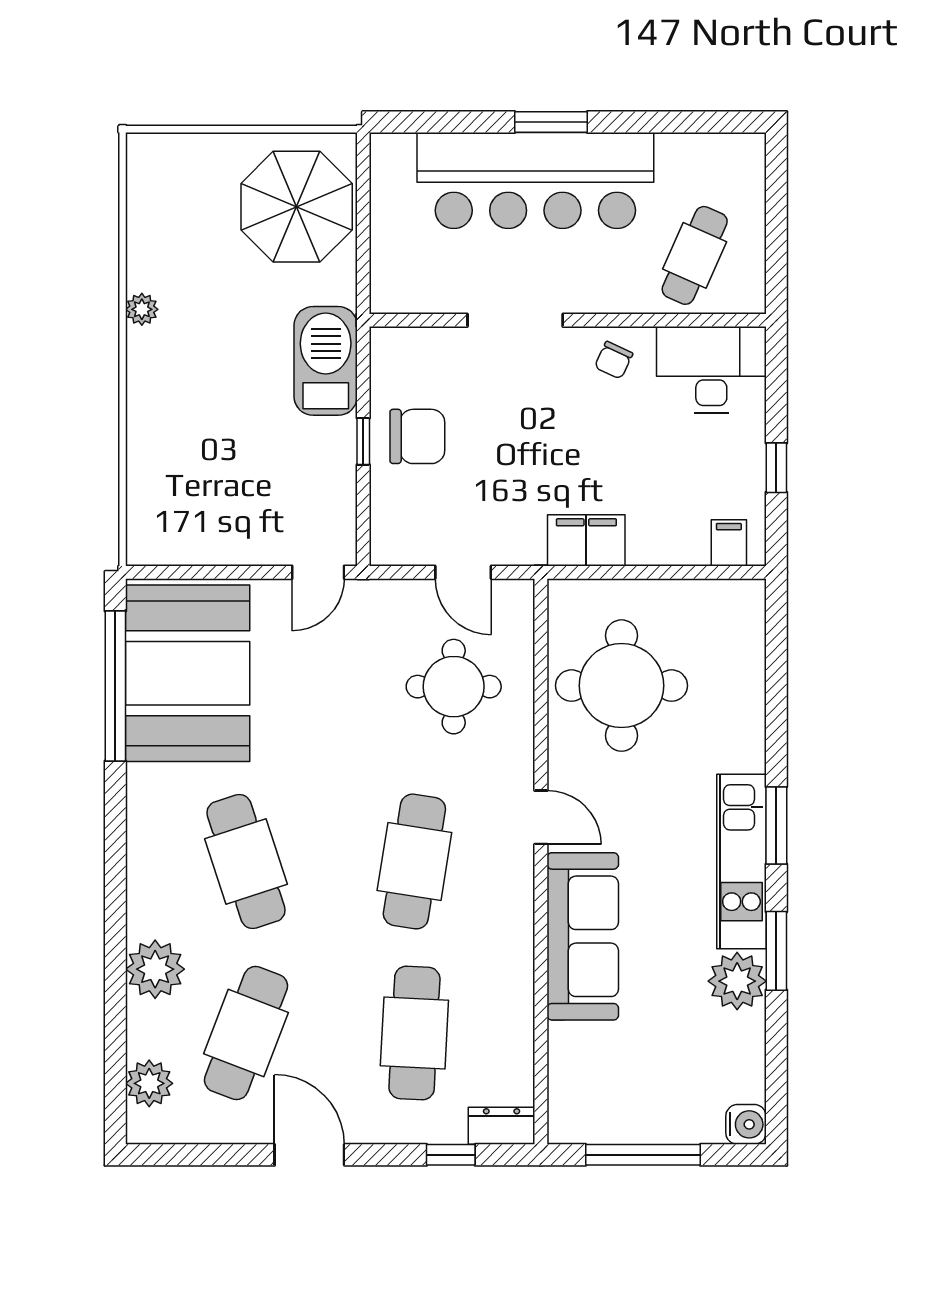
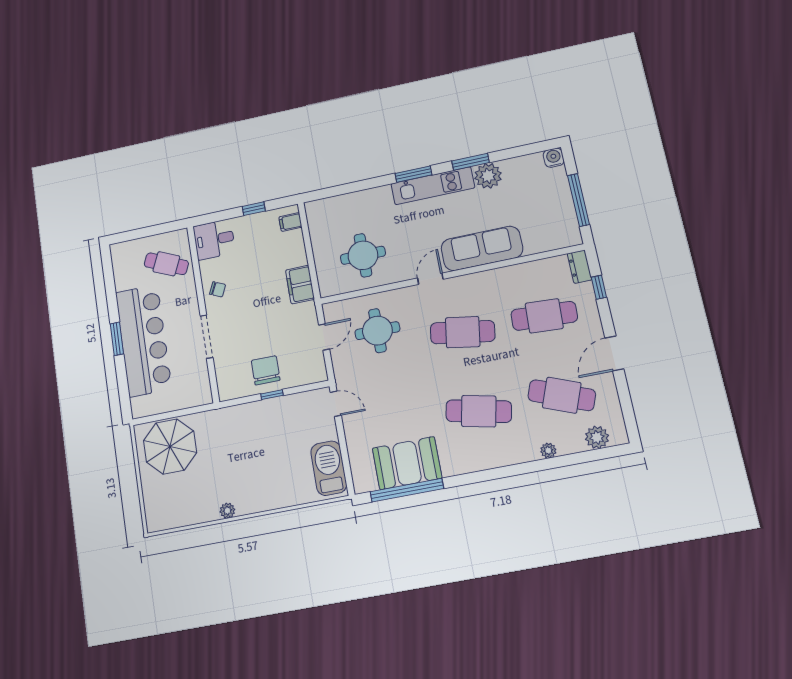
barbecue: (326, 361) -> (329, 468), moved, turned 90
desk: (711, 370) -> (214, 240), width x0.73
booth: (188, 673) -> (407, 463), width x0.73, depth x0.70
round table: (621, 686) -> (363, 255), width x0.73, depth x0.73
cafe table: (246, 861) -> (479, 411), turned 30
plant: (155, 969) -> (548, 450), width x0.53, depth x0.53

